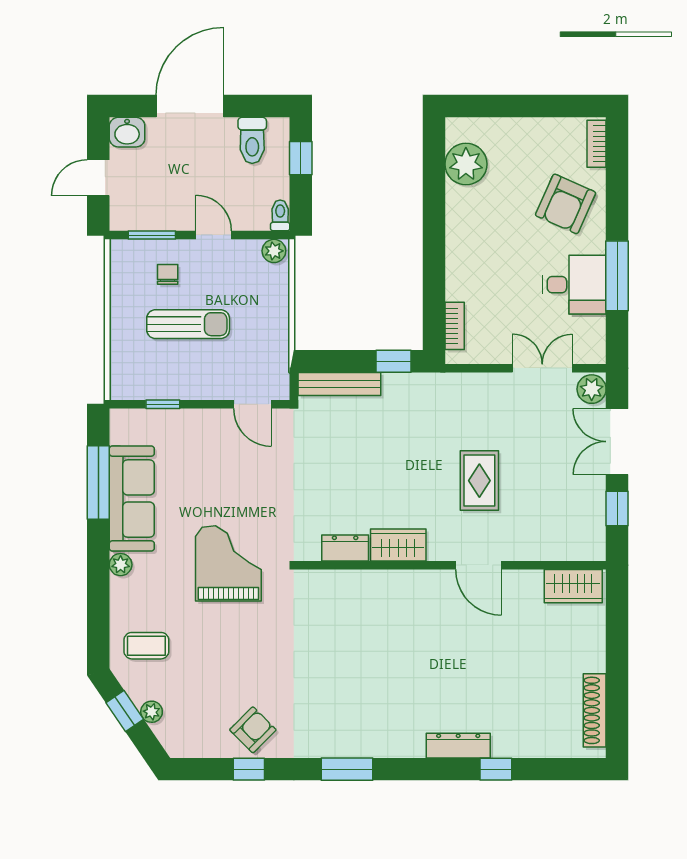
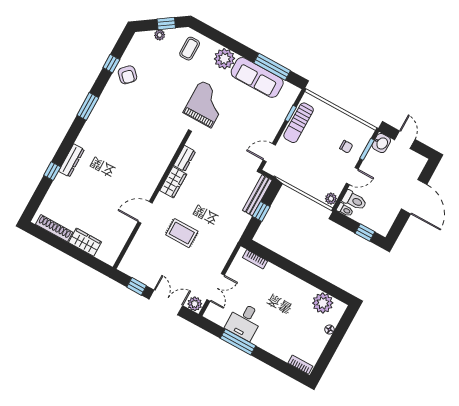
floor lamp: (506, 126) -> (330, 329), added
washbasin: (127, 132) -> (381, 143), moved, turned 180
toilet: (252, 140) -> (354, 200), moved, turned 180
armchair: (566, 204) -> (282, 337), removed
sun lounger: (188, 324) -> (299, 123), moved
window: (394, 361) -> (261, 212), moved
grand piano: (228, 563) -> (206, 104), turned -90
plant: (121, 565) -> (224, 59), width x1.88, depth x1.88
wardrobe: (573, 586) -> (85, 242), moved, turned 90

